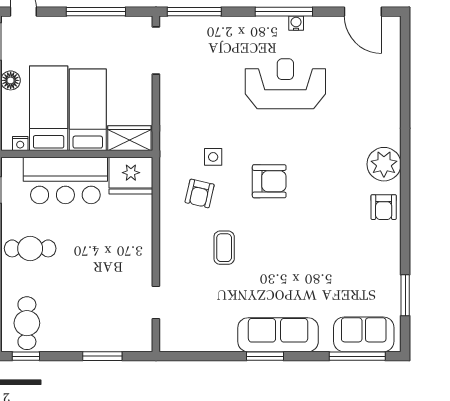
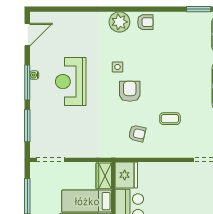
window: (194, 12) -> (27, 126), moved
side table: (213, 157) -> (118, 67), moved

